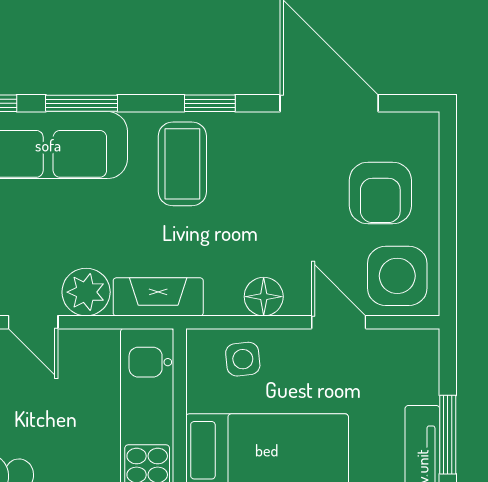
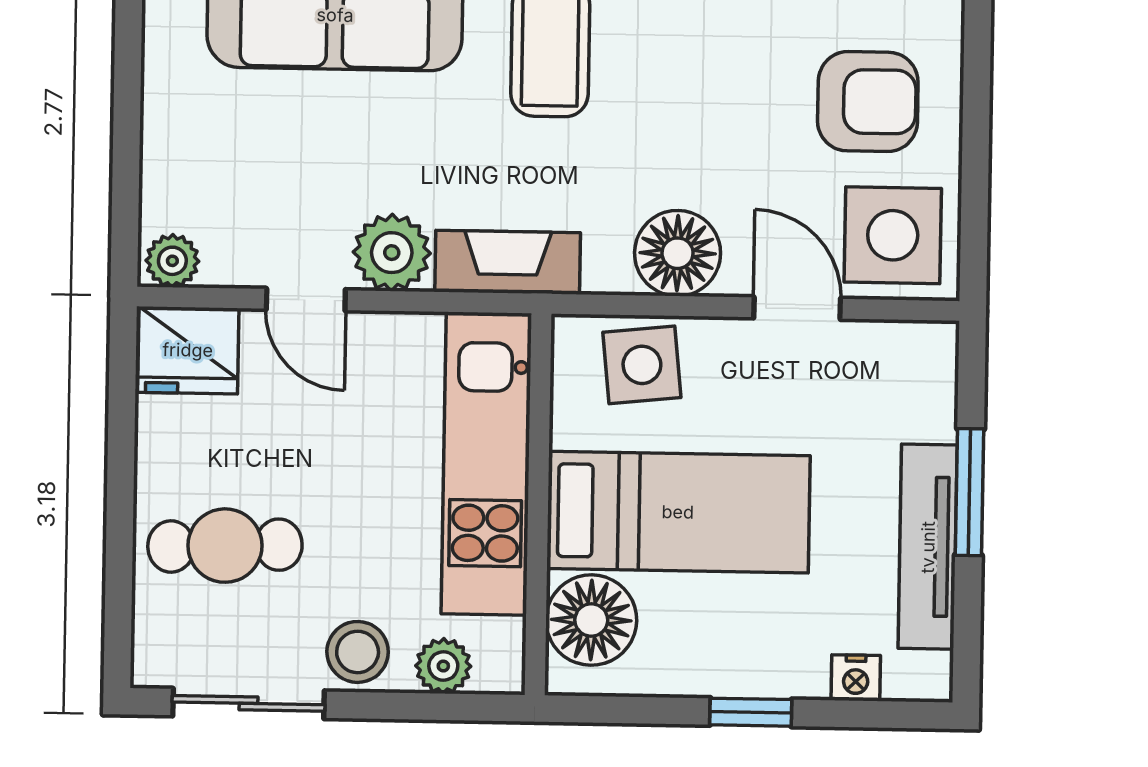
armchair: (380, 193) -> (868, 102), turned -90
floor lamp: (264, 297) -> (678, 253), width x1.38, depth x1.38
side table: (243, 359) -> (642, 365), width x1.37, depth x1.37

